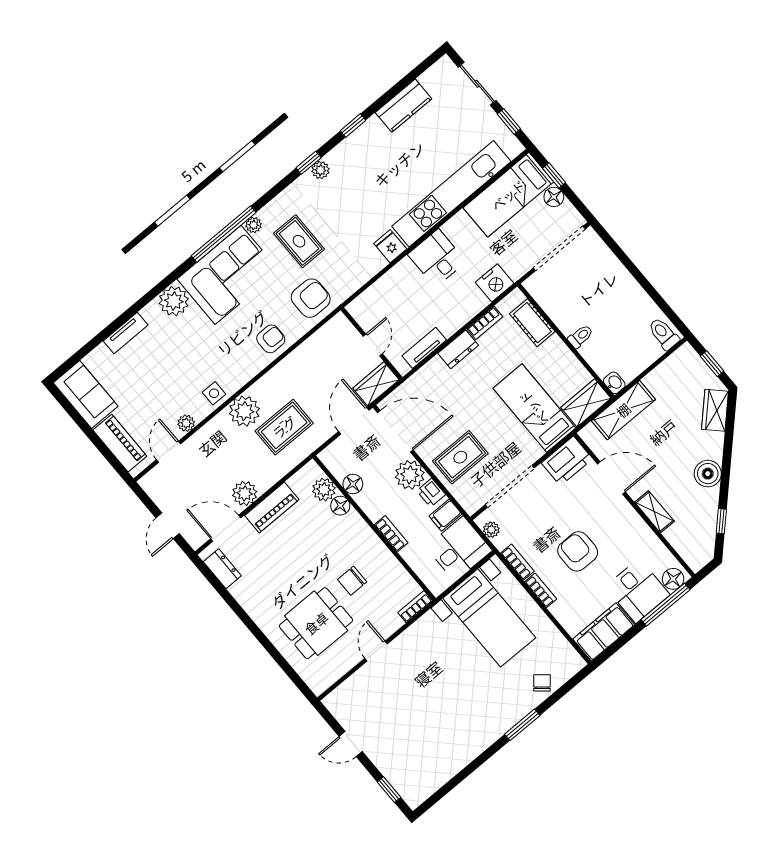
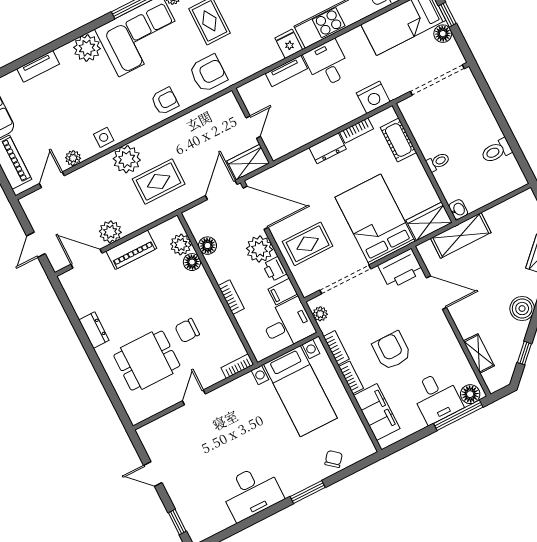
toilet: (664, 334) -> (496, 151), moved, turned -90
tv unit: (424, 348) -> (286, 71), moved, turned 180
bed: (534, 408) -> (375, 219), width x1.50
shelving: (654, 512) -> (479, 353), moved
dresser: (222, 569) -> (94, 330), moved
filing cabinet: (604, 632) -> (377, 412), moved, turned 90
desk: (462, 739) -> (251, 492), added

